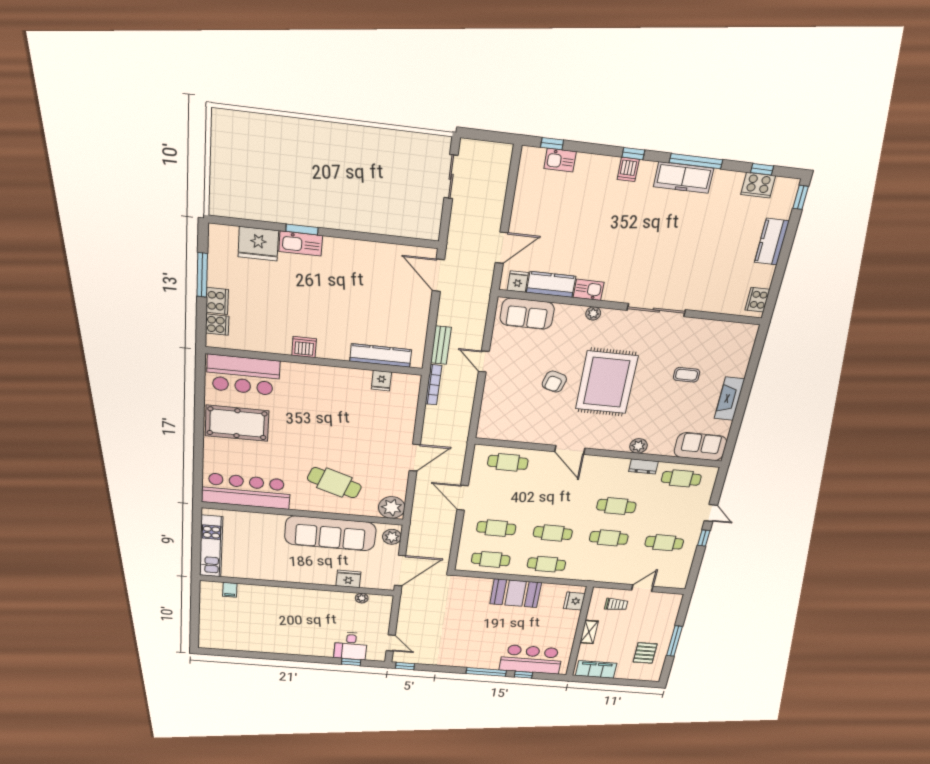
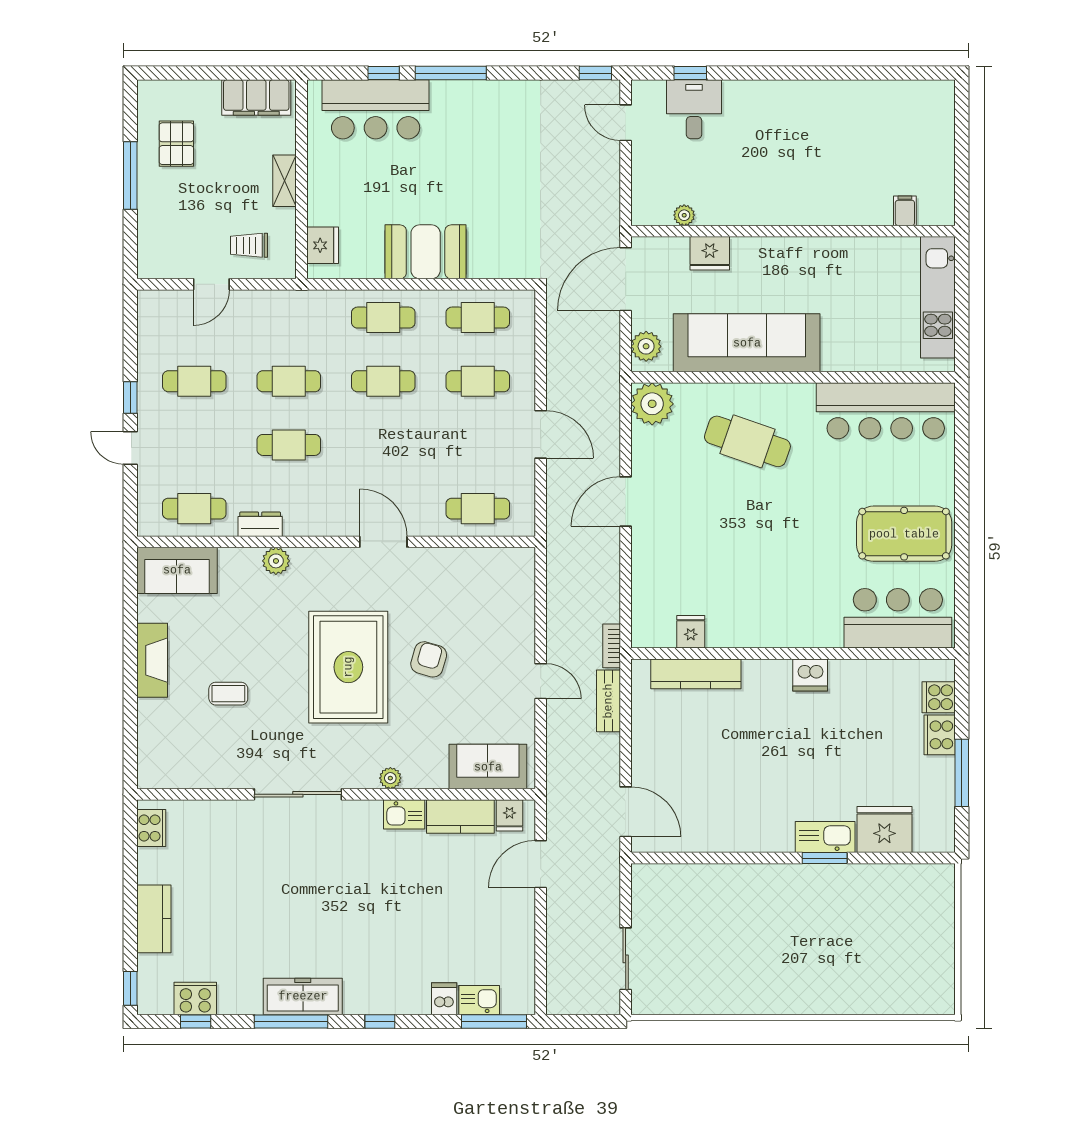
window: (552, 144) -> (494, 1021), width x2.17
dishwasher: (628, 169) -> (444, 999), moved
bookcase: (433, 385) -> (612, 646), width x0.64

